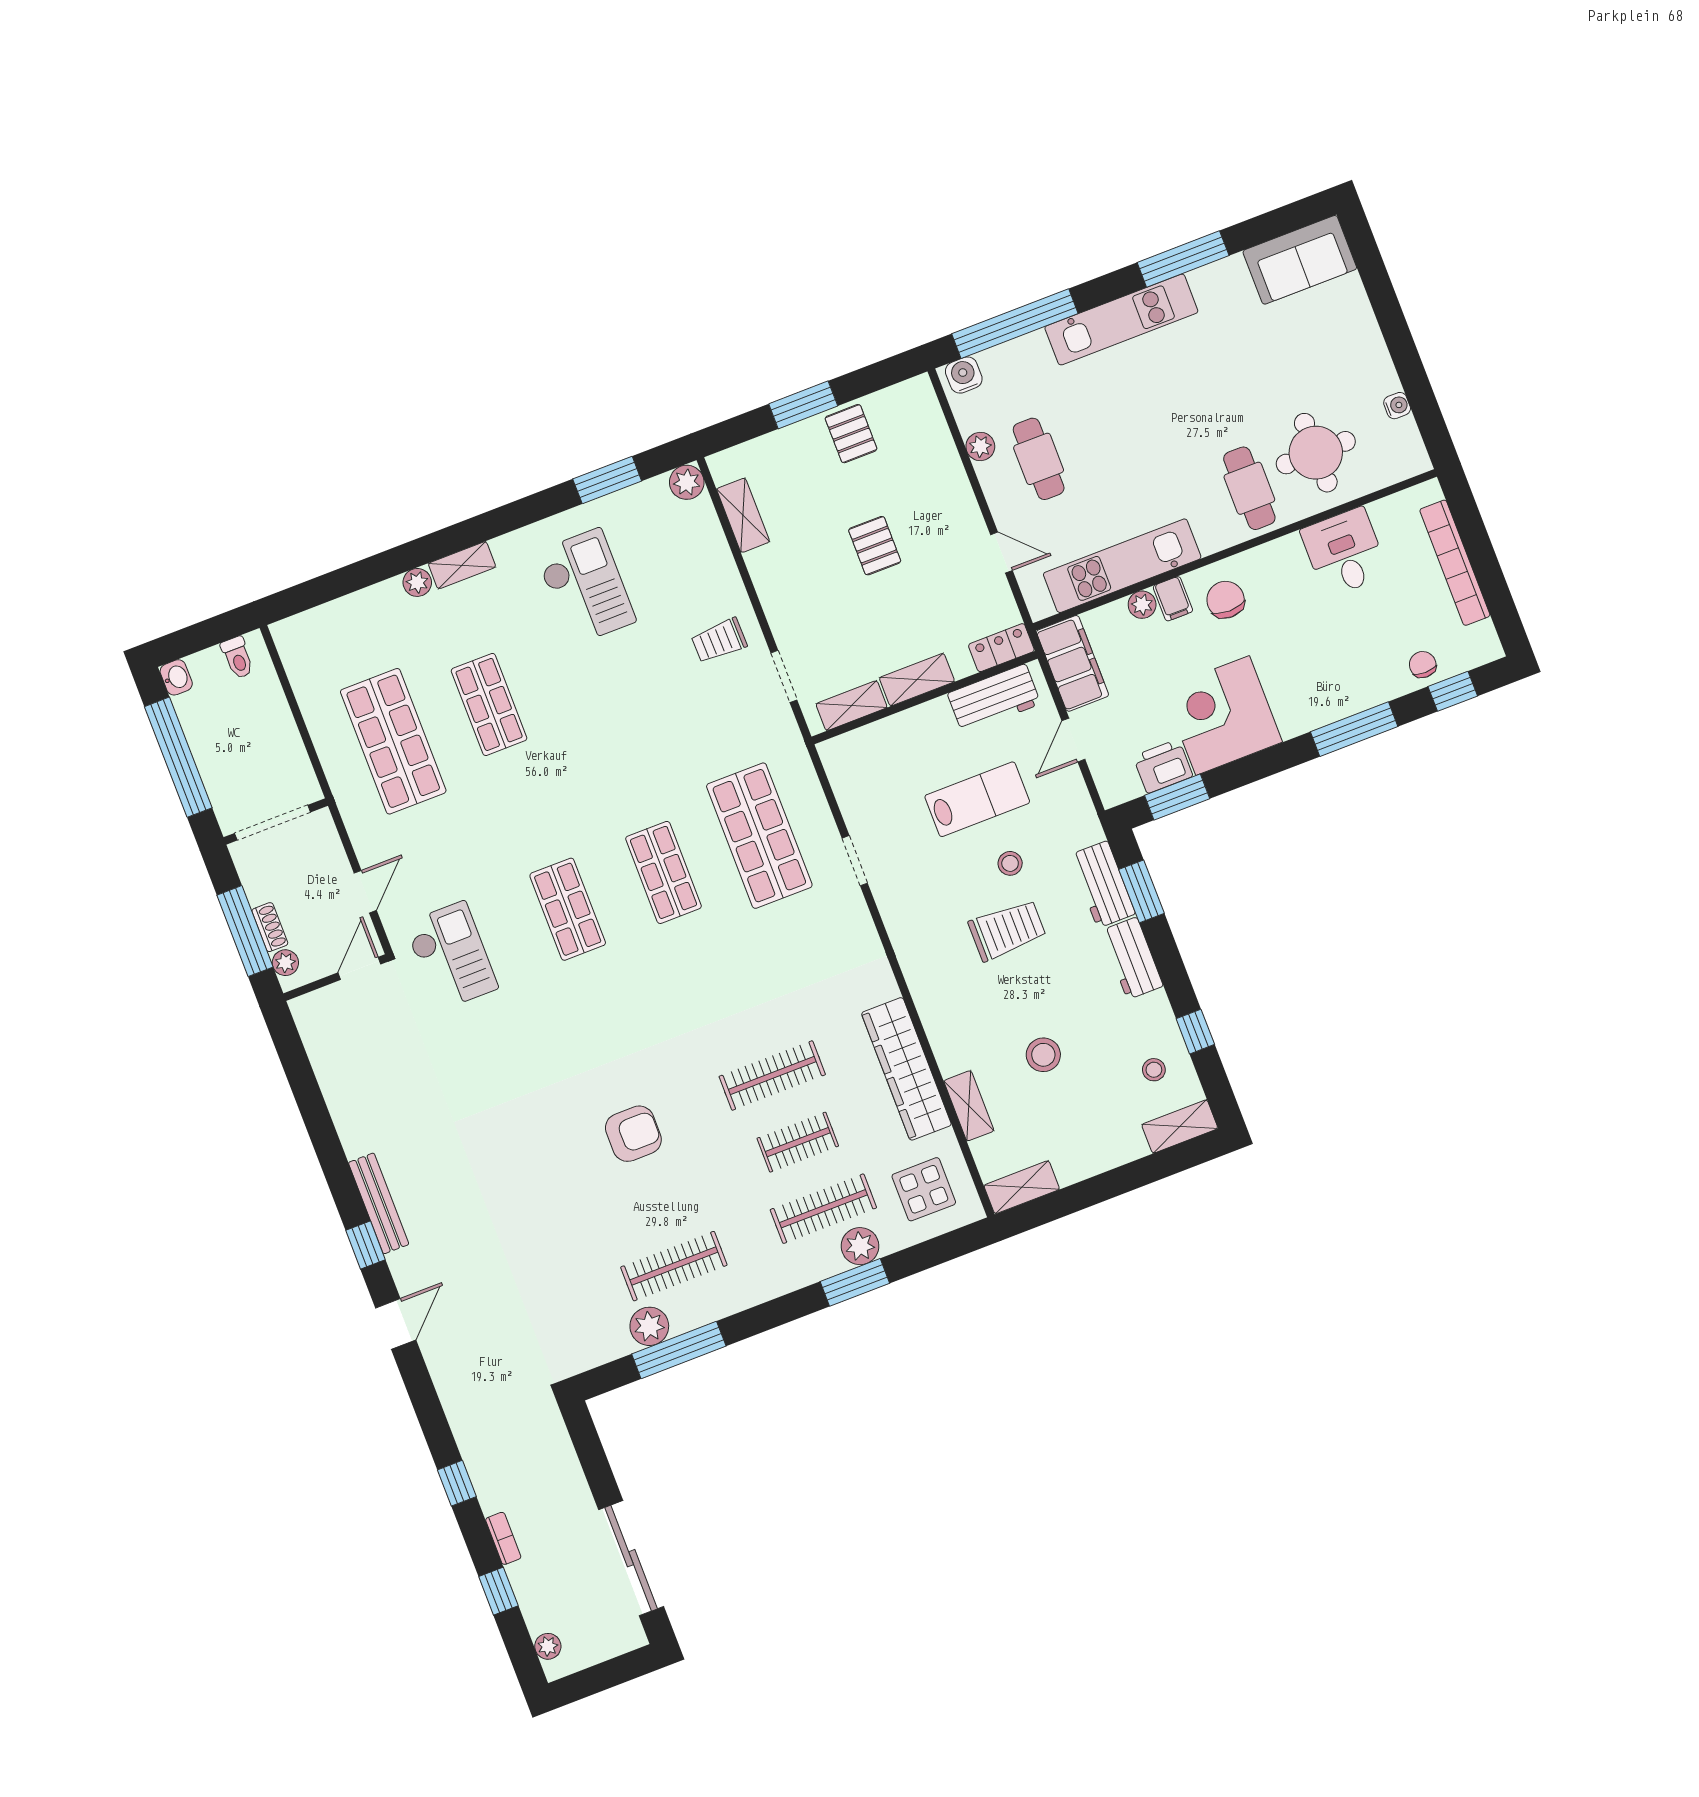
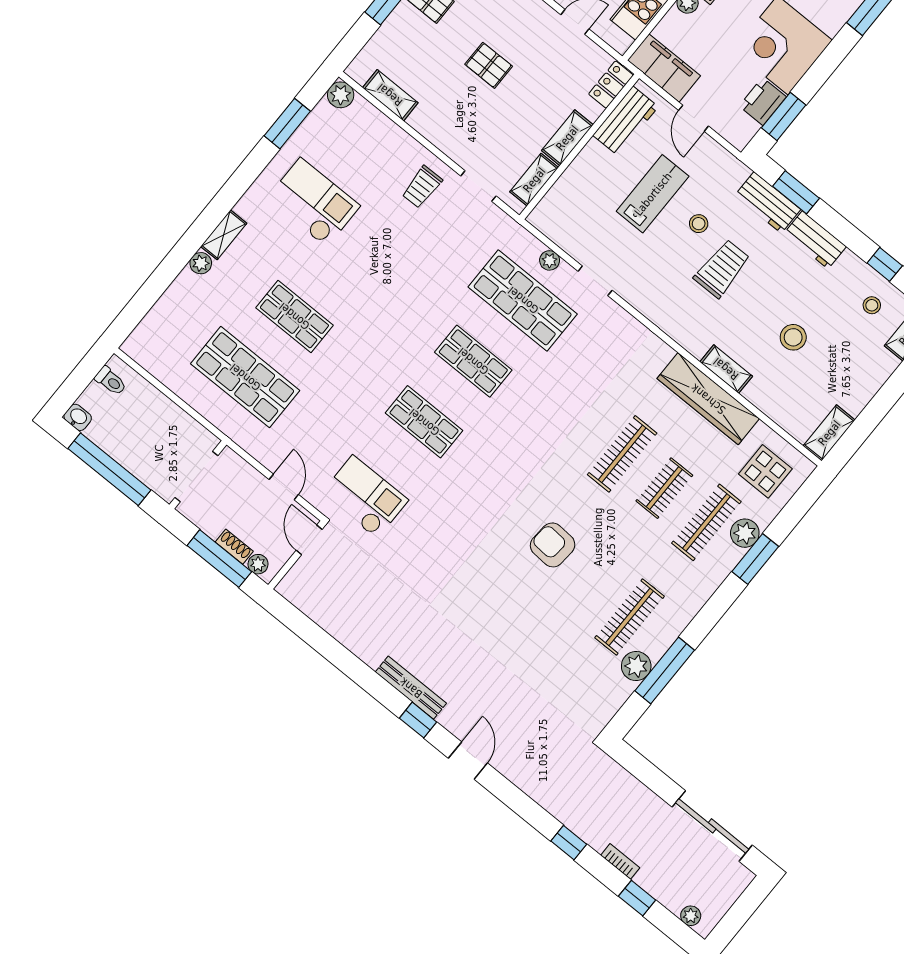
plant: (816, 808) -> (550, 260), added
shelving: (969, 1106) -> (726, 369), moved
armchair: (633, 1134) -> (553, 545), turned -86

